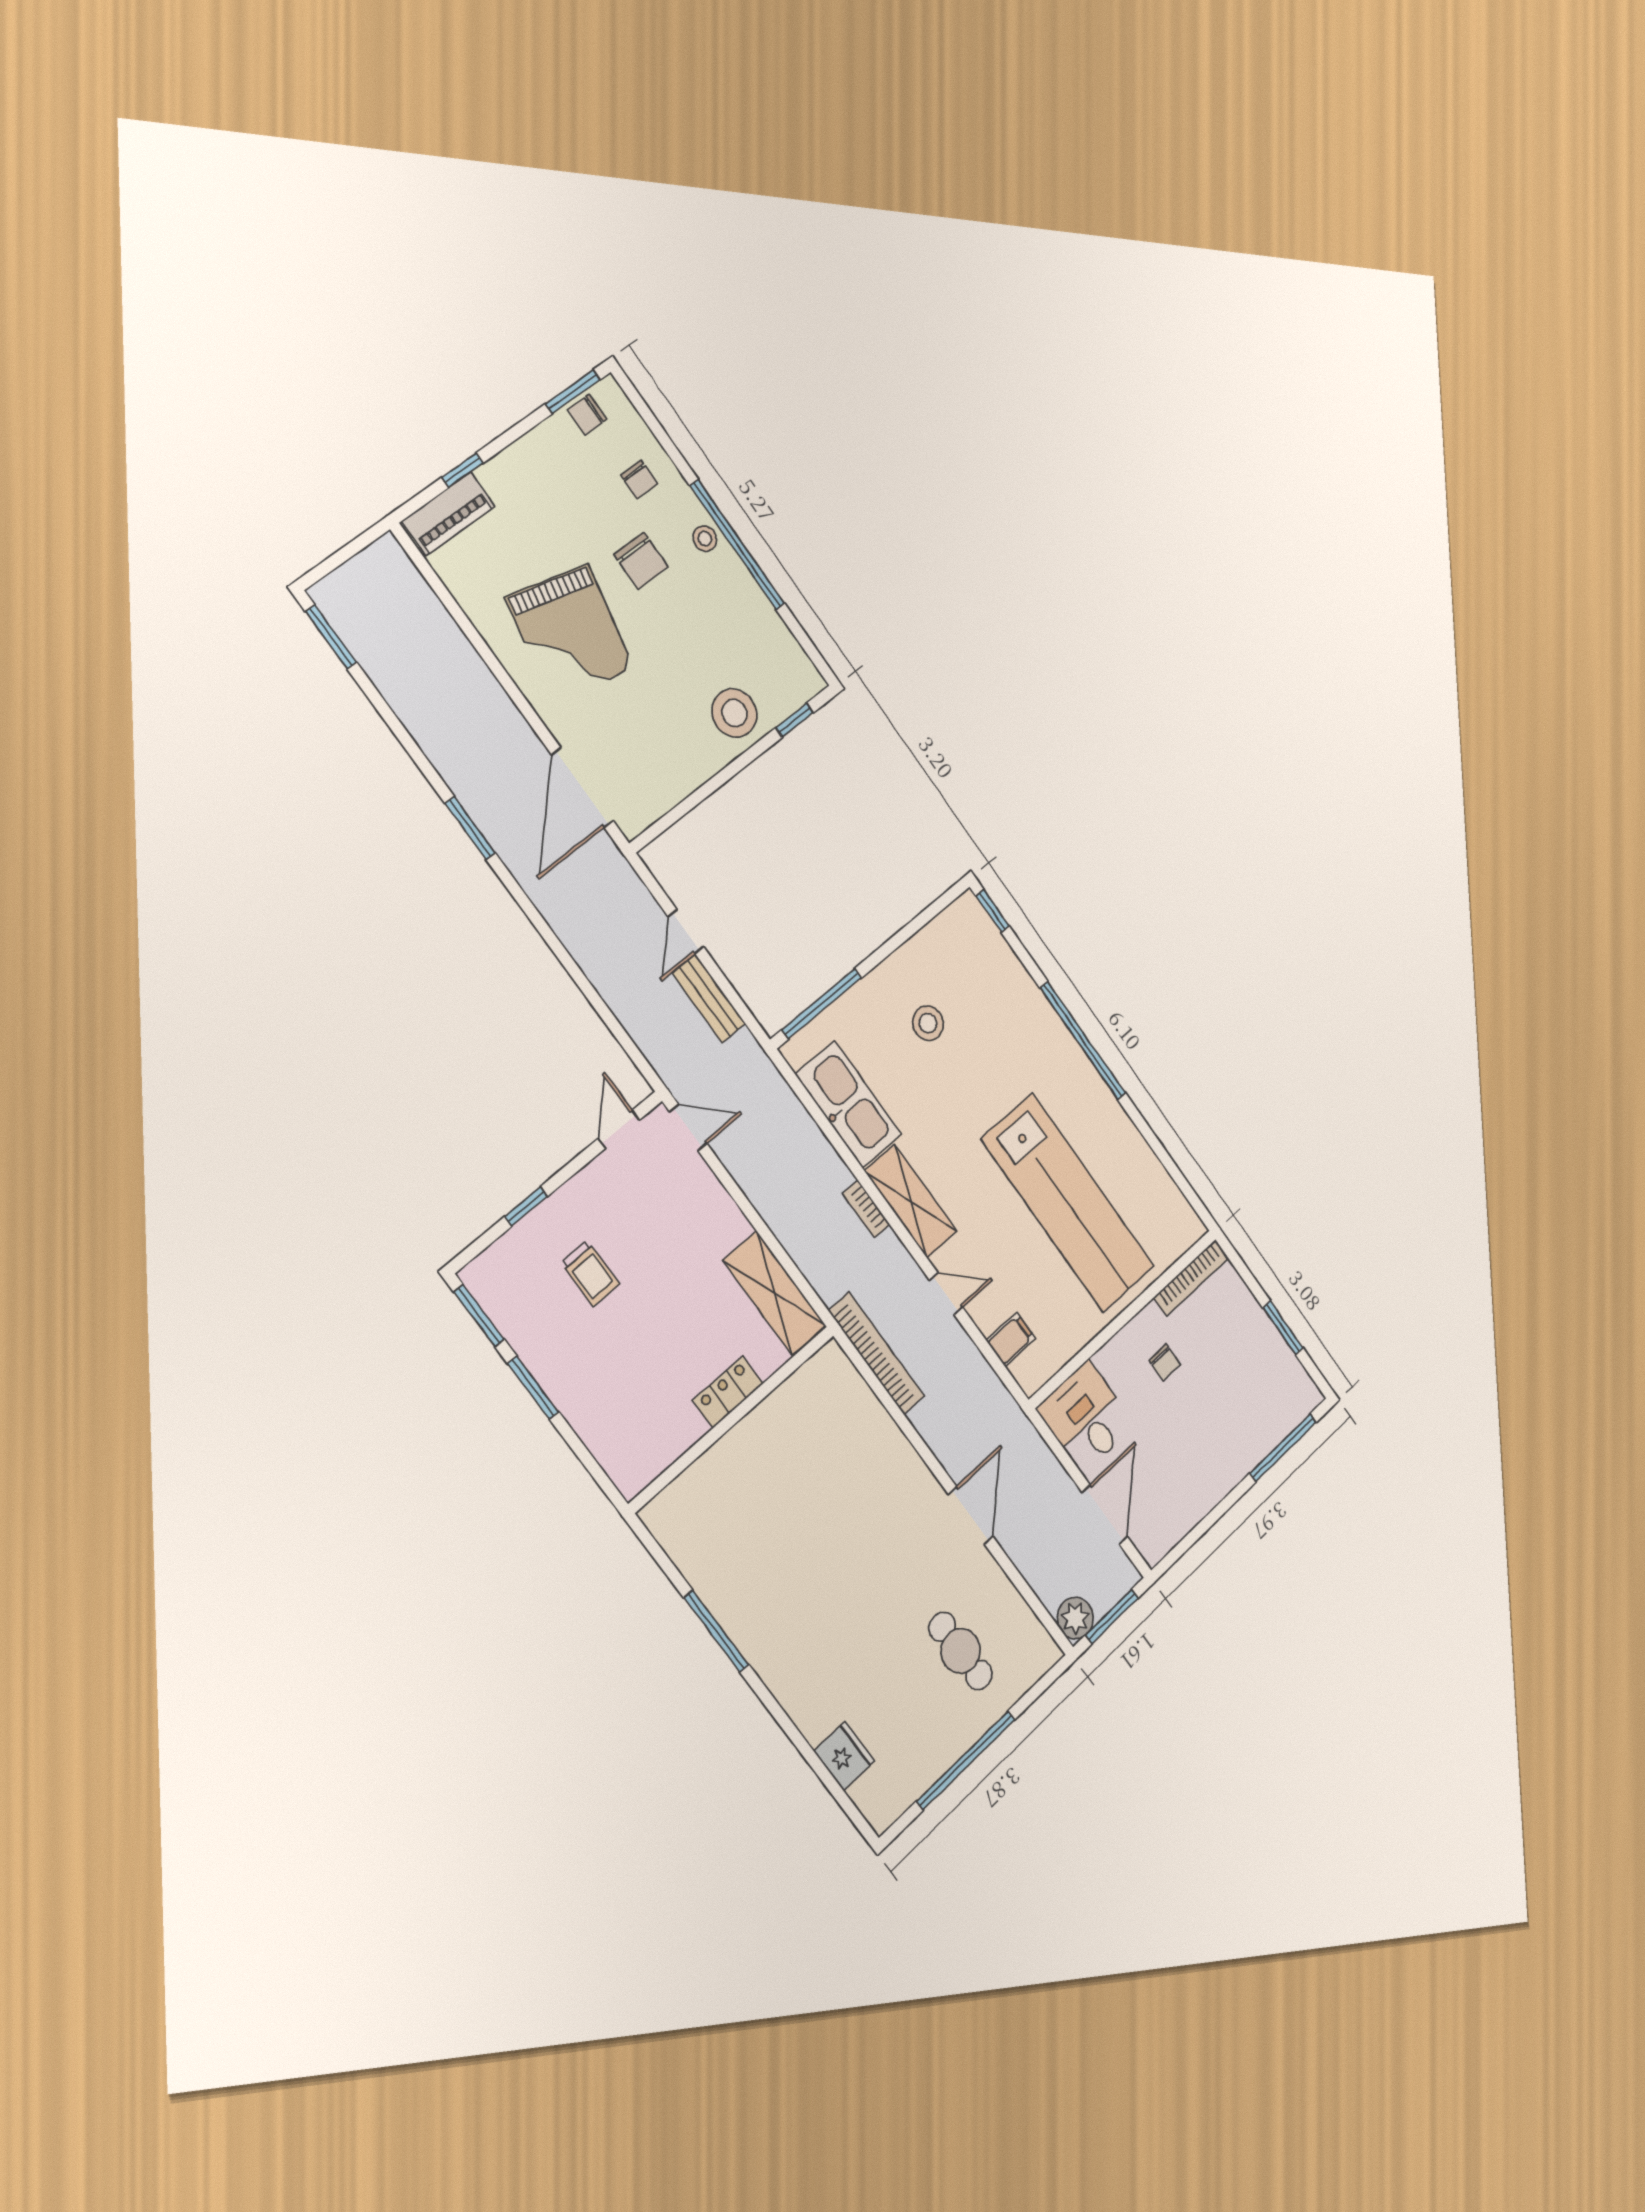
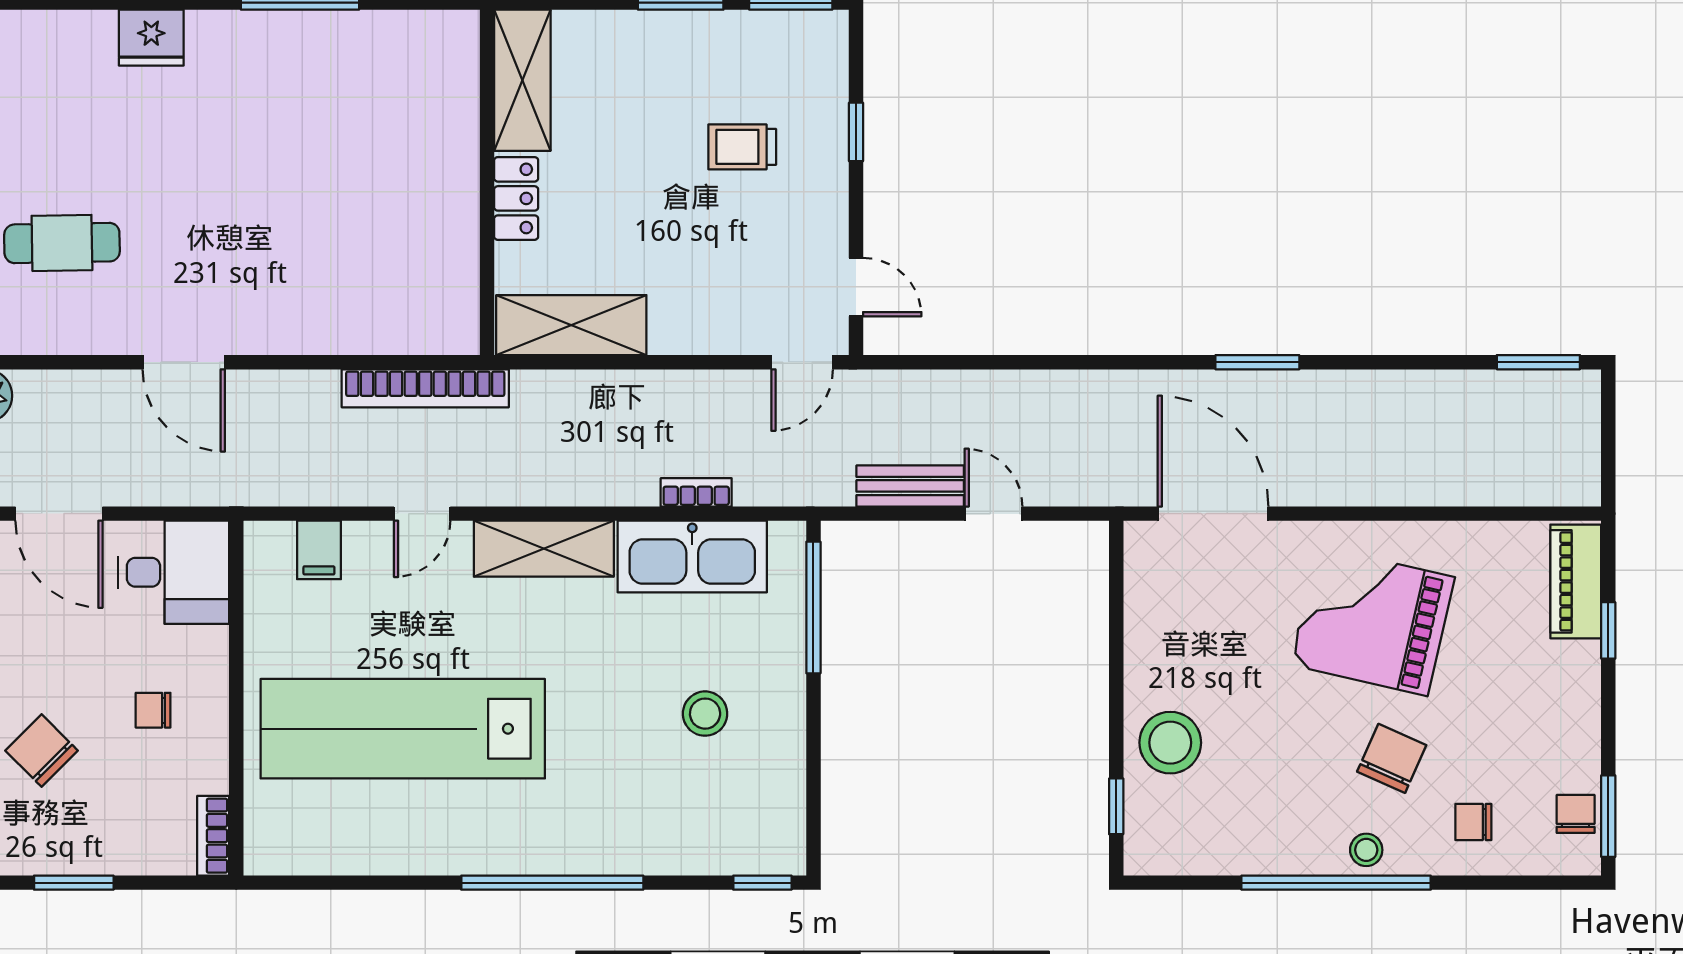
chair: (641, 561) -> (1392, 758), turned 114
bookcase: (866, 1209) -> (696, 492), moved
bookcase: (1191, 1278) -> (213, 836), width x0.64
chair: (1232, 1409) -> (42, 751), added
shelving: (656, 1449) -> (522, 80), added
fridge: (844, 1756) -> (151, 38), moved

